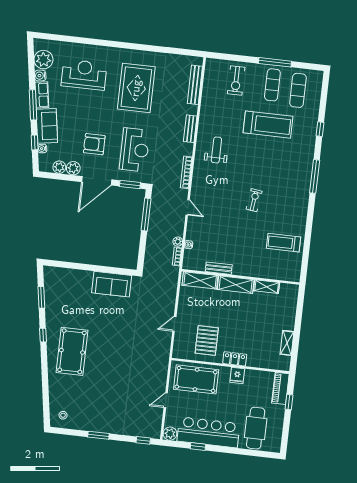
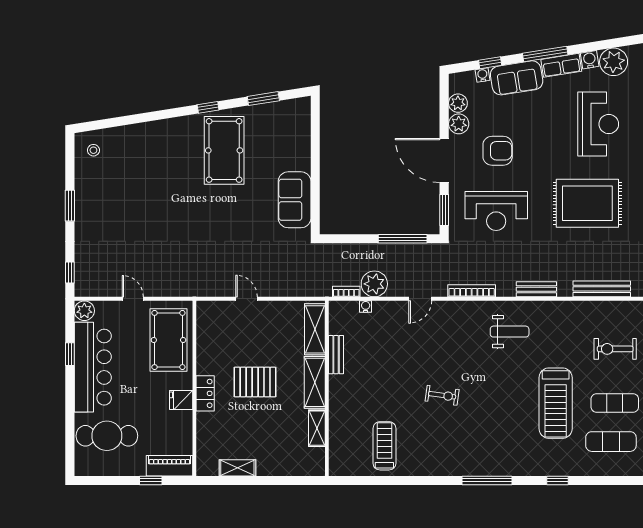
armchair: (94, 144) -> (498, 151), turned 90
plant: (178, 242) -> (374, 284), width x1.88, depth x1.88
pallet: (207, 340) -> (255, 382), moved
pool table: (72, 351) -> (224, 150), moved, turned 90

